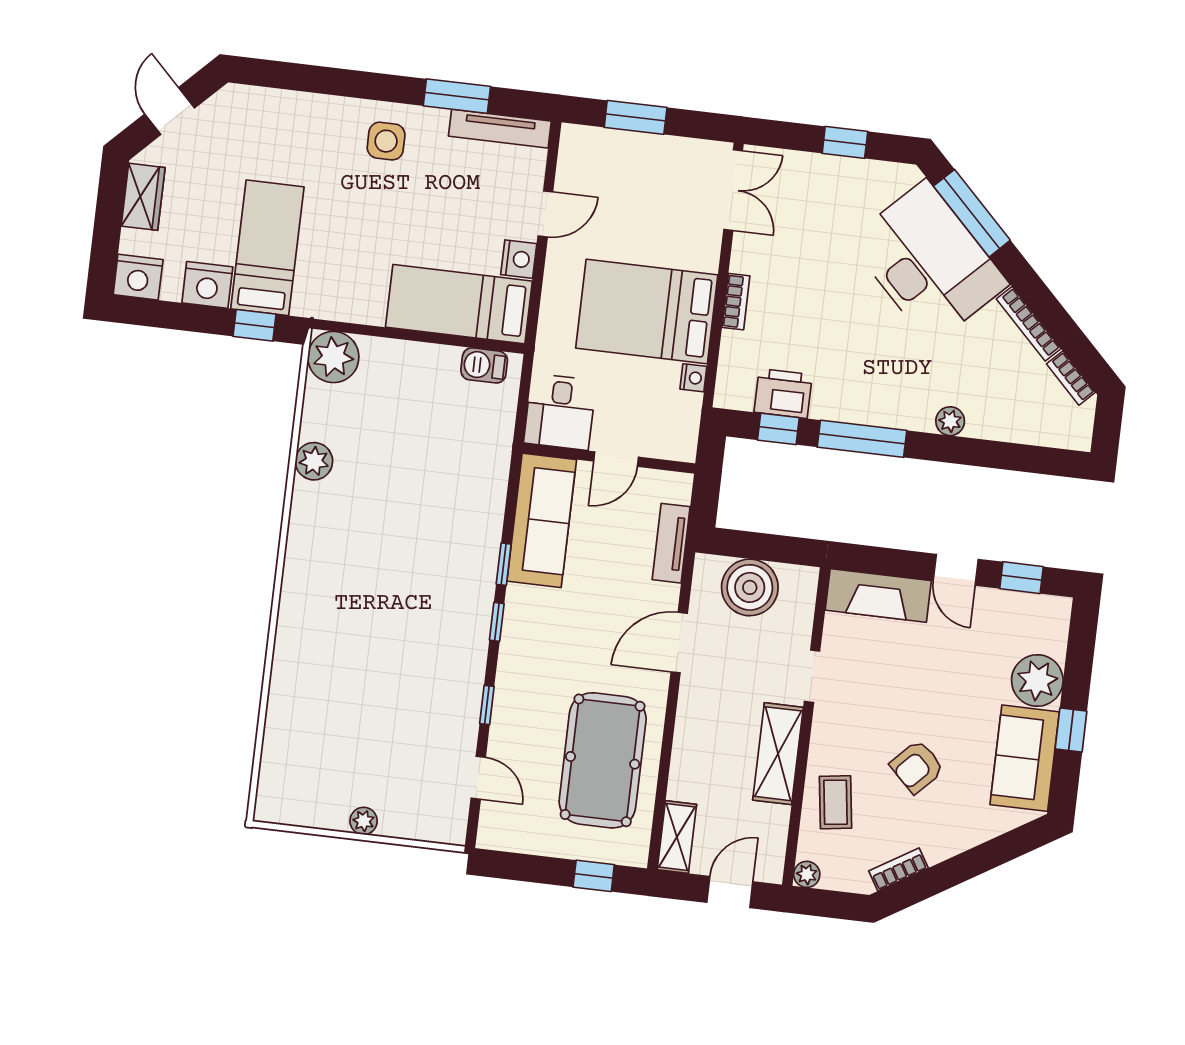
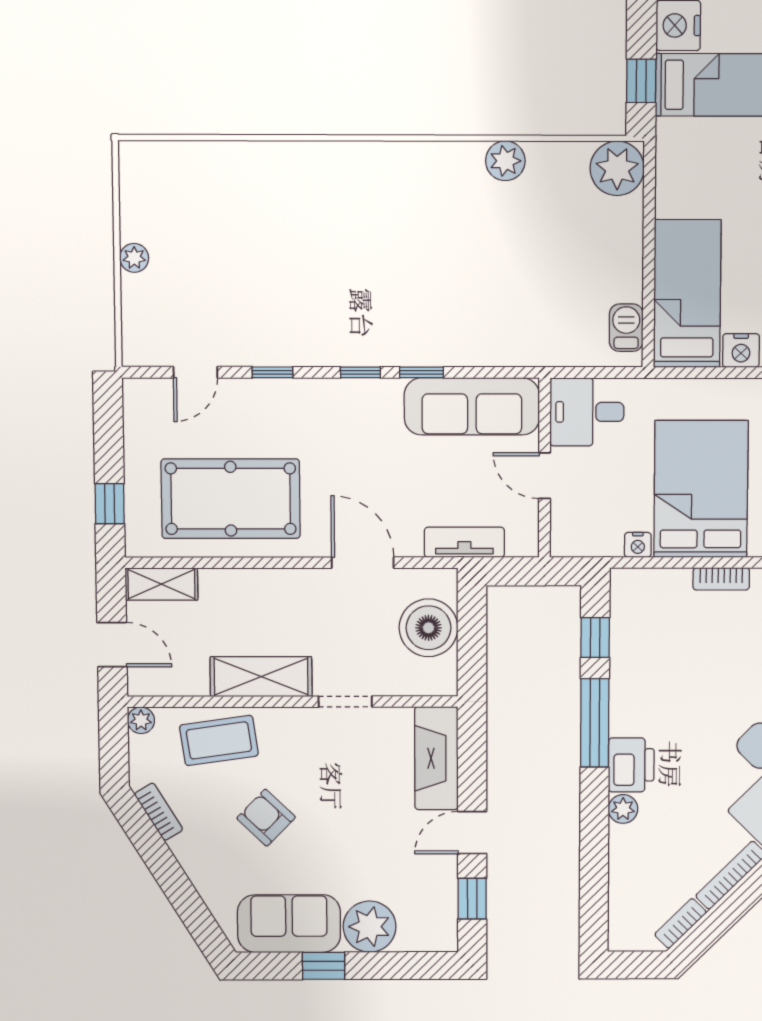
printer: (783, 393) -> (631, 765), moved
coffee table: (836, 802) -> (219, 740), width x1.36, depth x1.30

